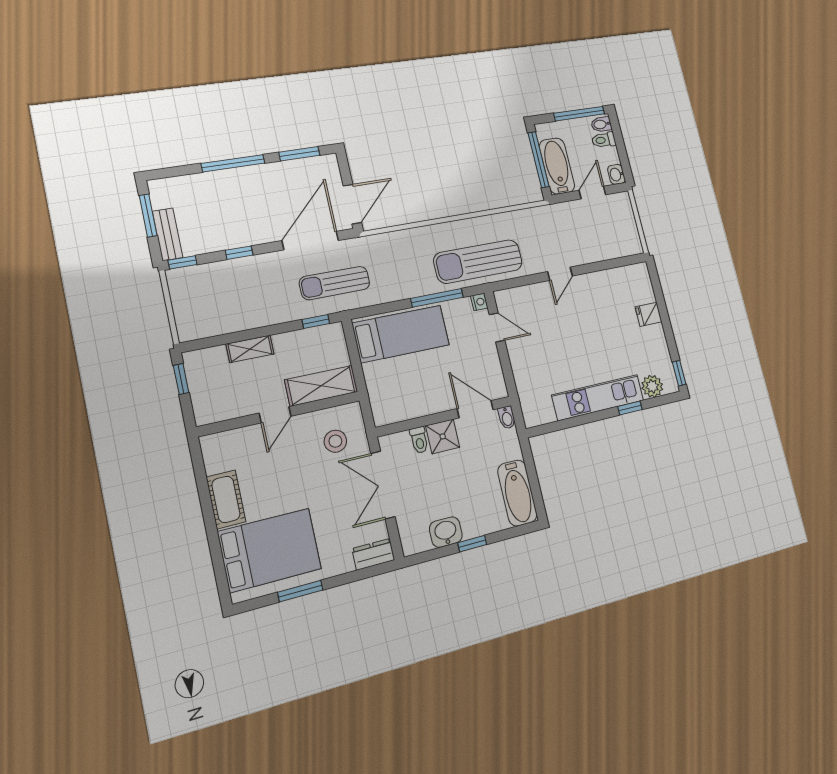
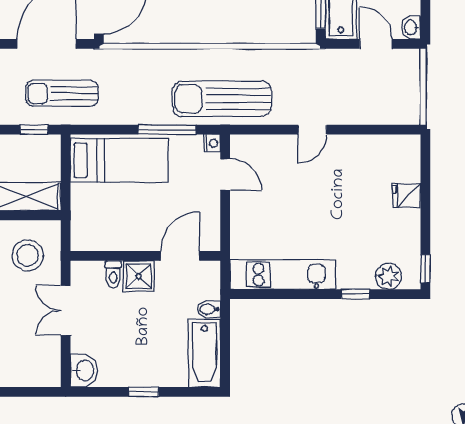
door: (592, 193) -> (376, 44), hinge flipped
kitchen unit: (598, 398) -> (283, 274), moved
door: (475, 409) -> (180, 256), hinge flipped
bidet: (507, 418) -> (209, 309), moved, turned 90
stool: (335, 441) -> (28, 255), width x1.38, depth x1.38
double door: (383, 485) -> (66, 310), width x0.73
washbasin: (446, 532) -> (84, 371), moved, turned 90
dresser: (373, 554) -> (41, 376), removed

